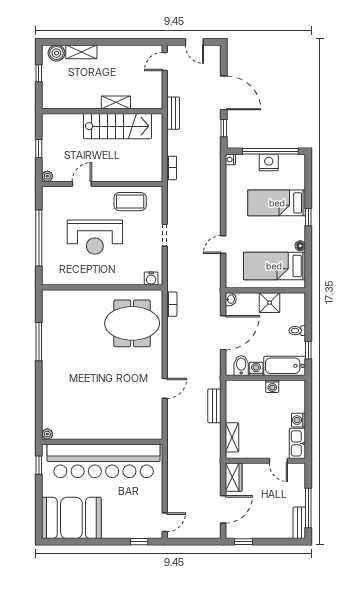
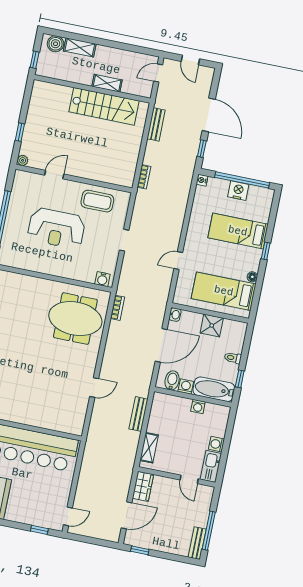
shelving: (116, 102) -> (107, 83), moved
wall: (102, 111) -> (92, 89), moved
stairs: (118, 126) -> (104, 106), moved

